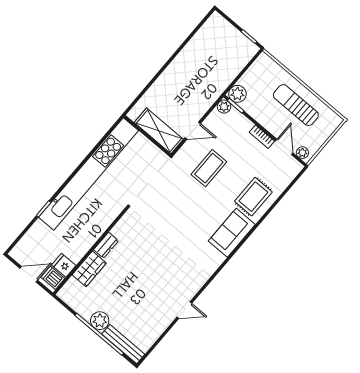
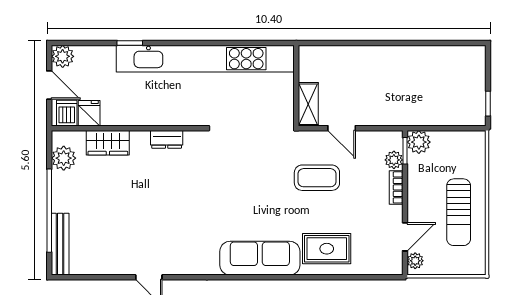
sun lounger: (296, 105) -> (459, 212), turned 180
plant: (224, 107) -> (394, 160), moved
shelving: (159, 131) -> (308, 104), width x0.67, depth x0.75
bookcase: (262, 137) -> (396, 187), moved
sofa: (232, 233) -> (260, 258), width x1.36
dresser: (106, 245) -> (167, 139), moved
plant: (19, 253) -> (63, 56), added
plant: (100, 321) -> (64, 158), moved

